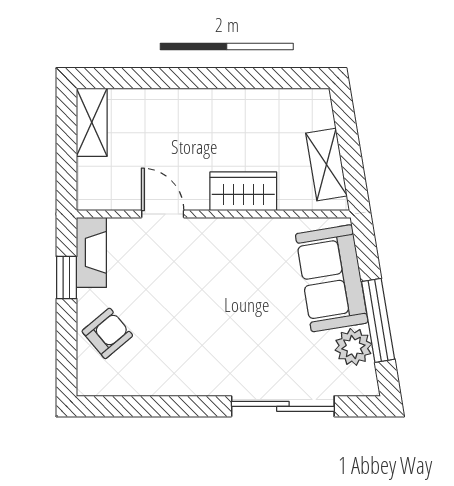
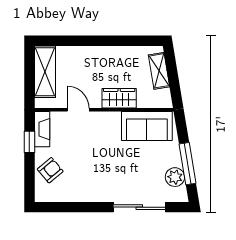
shelving: (92, 122) -> (45, 72), width x1.50, depth x1.33
shelving: (326, 164) -> (159, 71), moved
sofa: (332, 278) -> (147, 126), moved, turned -81

